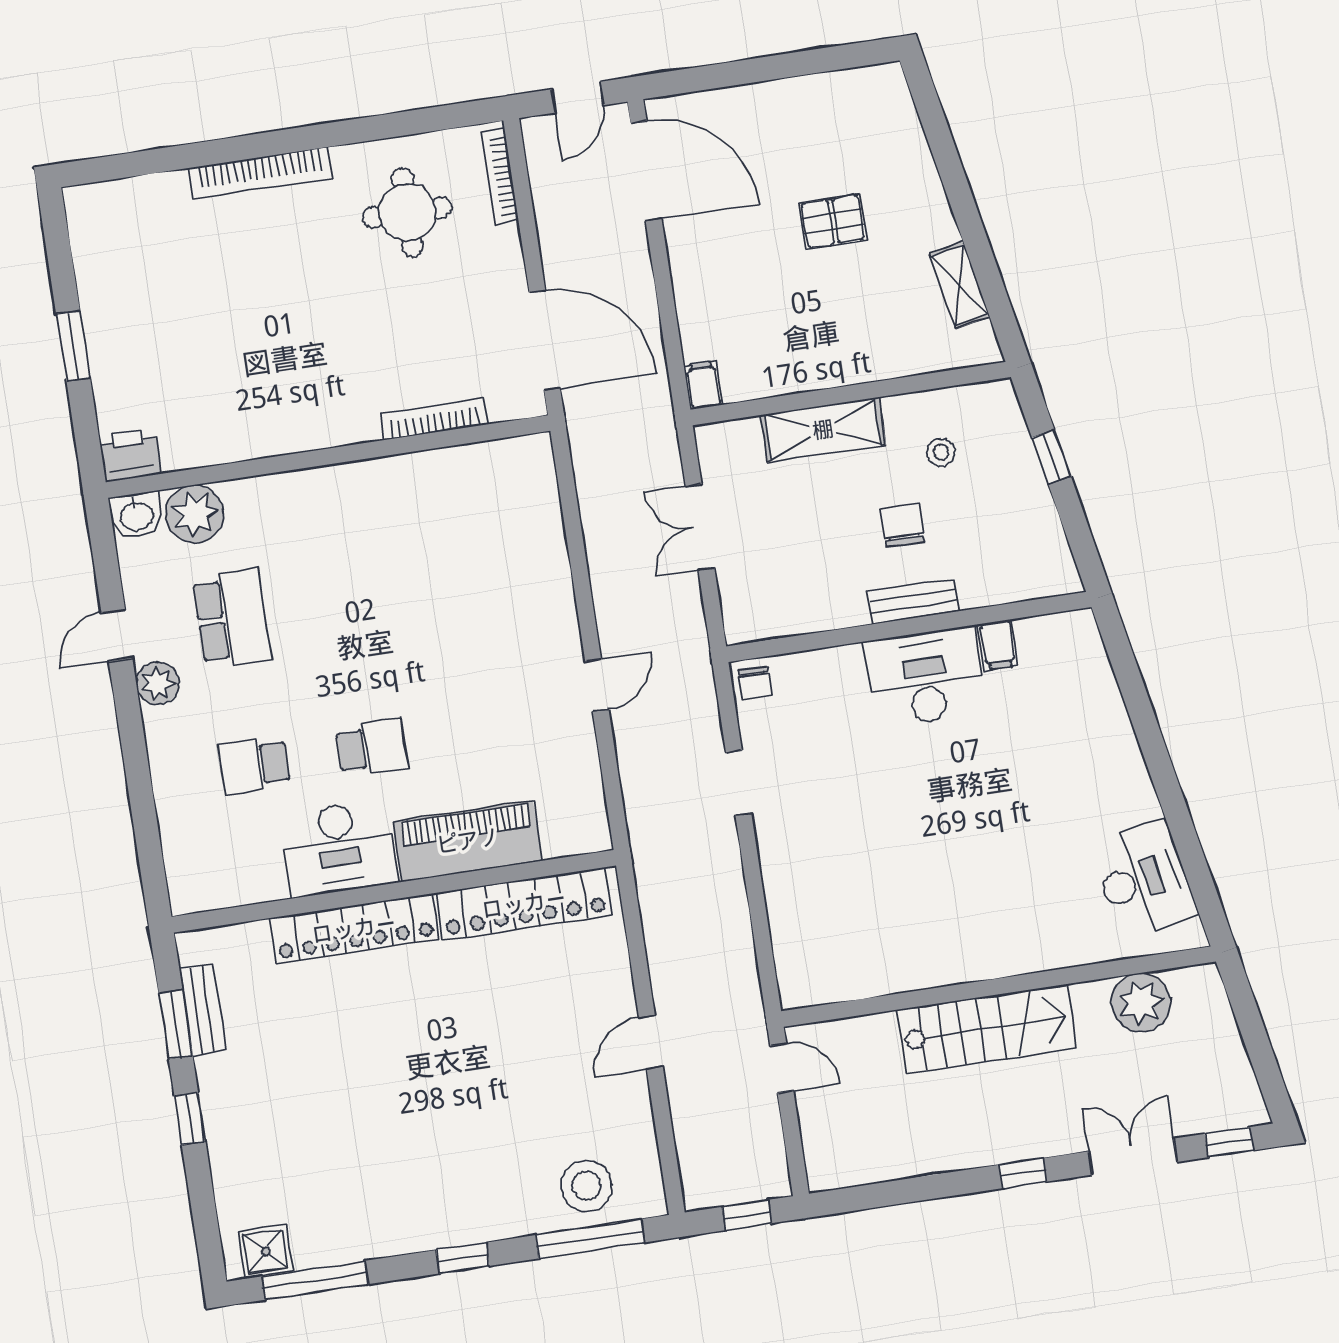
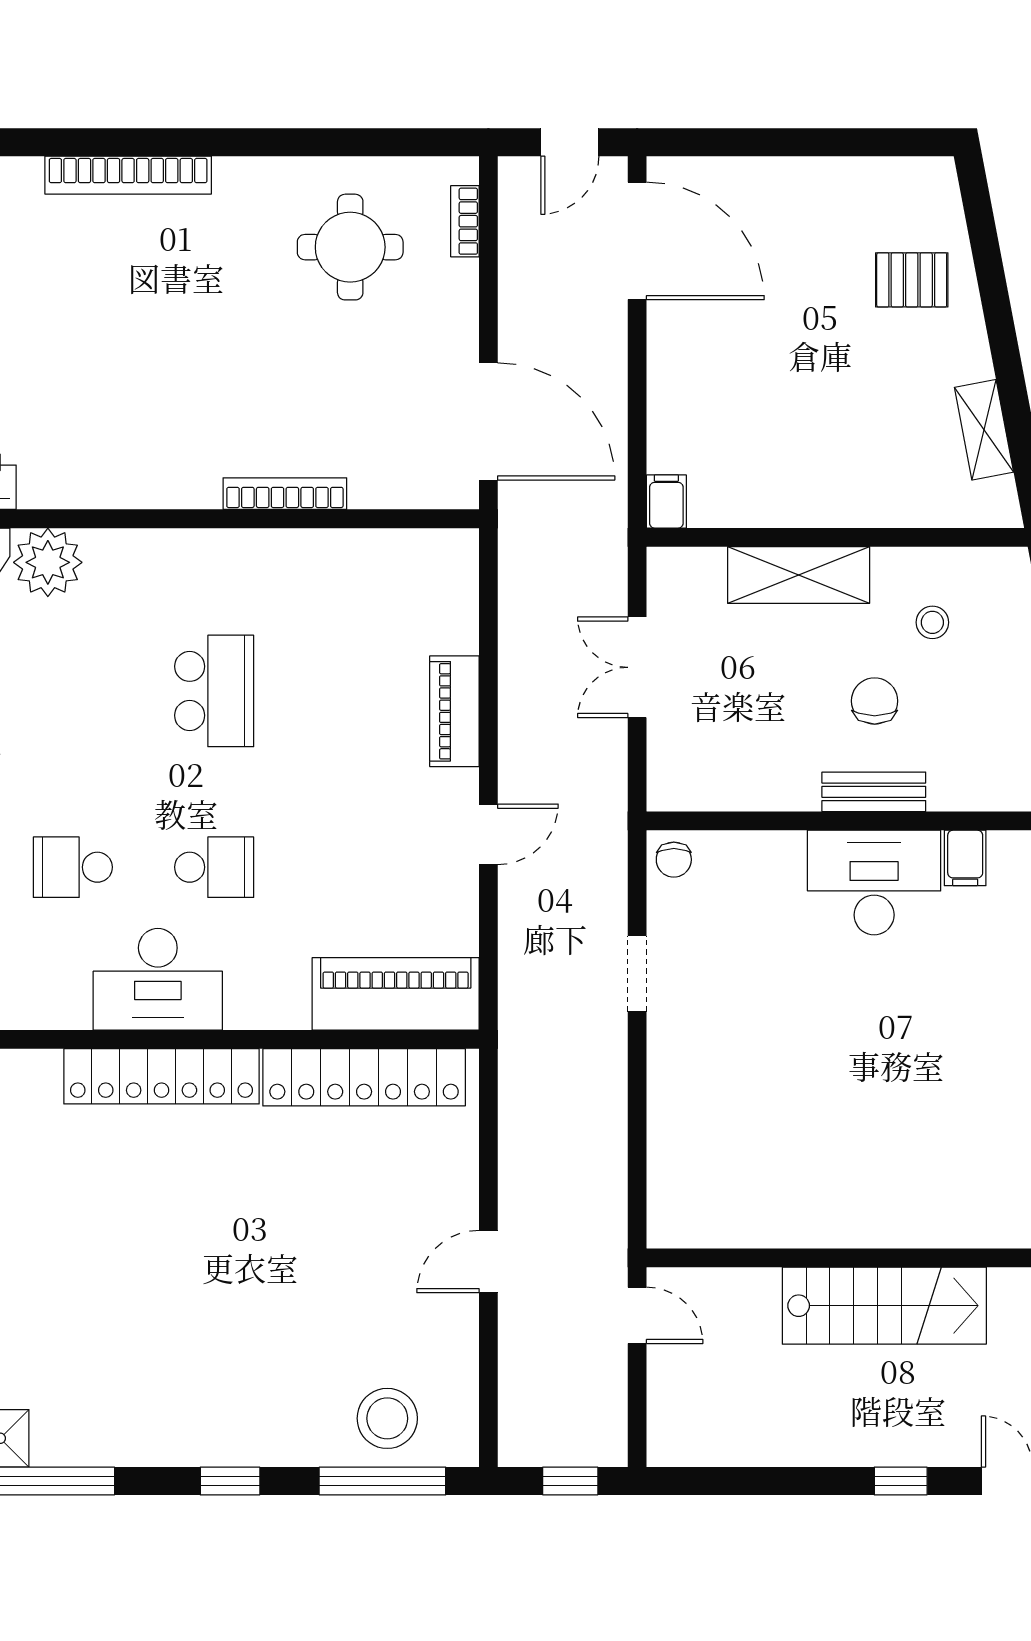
bookcase: (261, 173) -> (128, 175), moved
bookcase: (500, 176) -> (465, 221), width x0.64
pallet: (833, 222) -> (912, 280), moved
bookcase: (434, 419) -> (285, 494), moved
piano: (553, 587) -> (454, 711), added
school desk: (232, 618) -> (214, 691), moved
piano: (468, 841) -> (396, 994), moved

